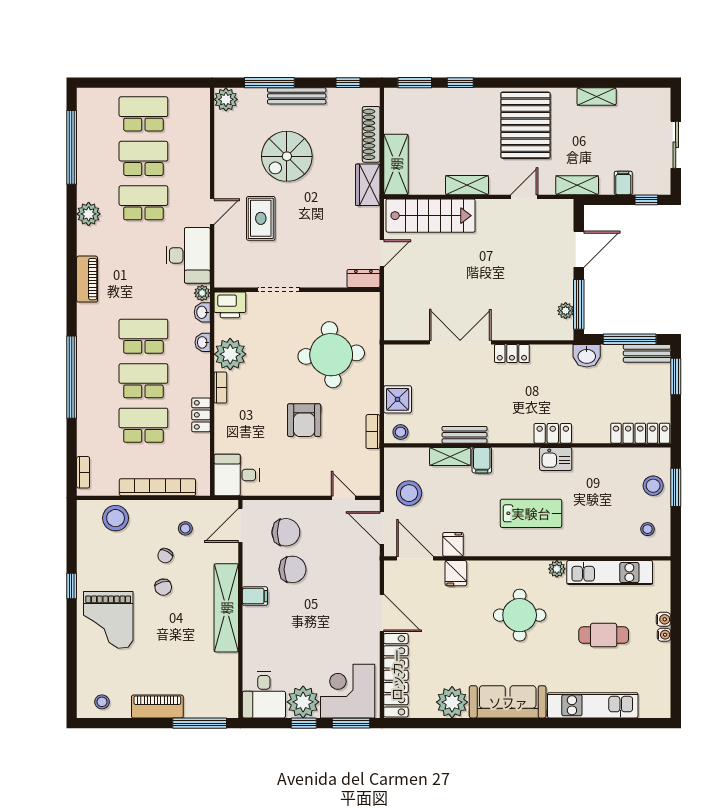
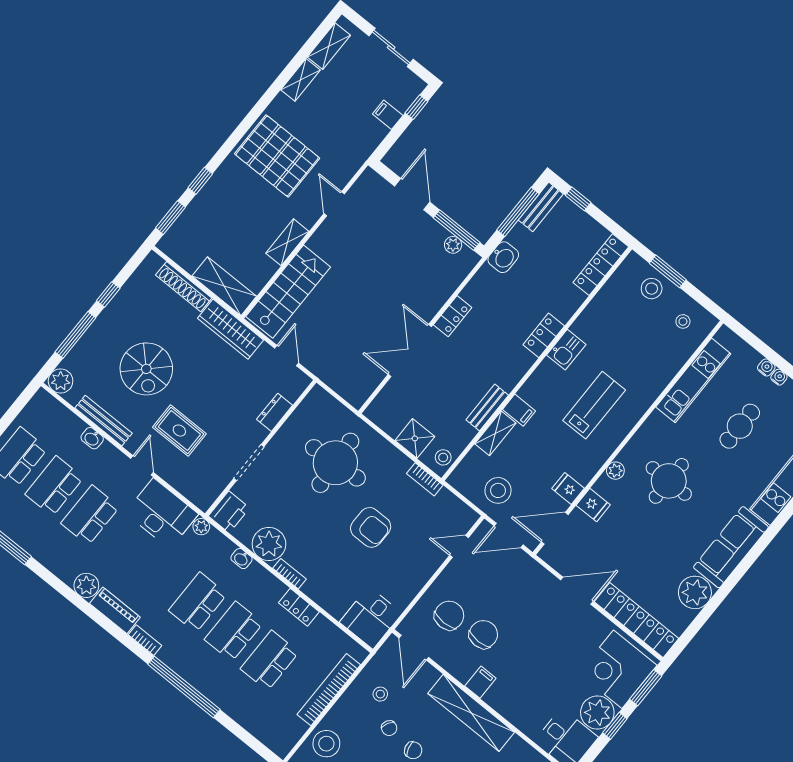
window: (348, 83) -> (108, 294), moved
bench: (297, 96) -> (104, 421), moved, turned 90
wardrobe: (368, 185) -> (231, 329), width x1.50
shelving: (577, 185) -> (329, 46), moved
plant: (89, 214) -> (86, 585), moved
dresser: (363, 279) -> (275, 412), moved
washbasin: (202, 312) -> (92, 438), moved
window: (676, 376) -> (578, 199), width x0.67
bookcase: (83, 472) -> (145, 640), moved
plant: (557, 569) -> (615, 471), moved

